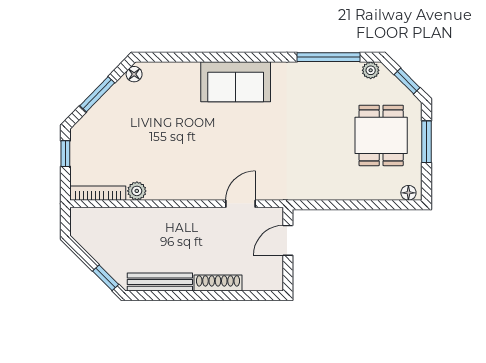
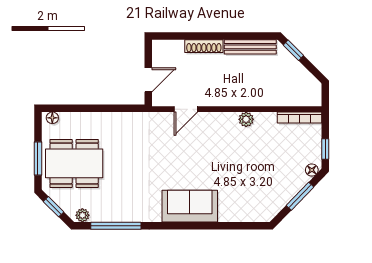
floor lamp: (134, 74) -> (312, 170), moved
dining table: (381, 135) -> (74, 163), width x1.37
plant: (137, 191) -> (246, 119), moved

